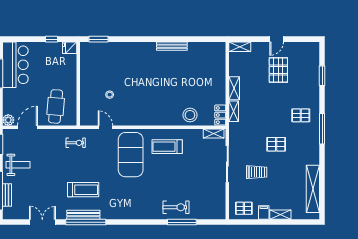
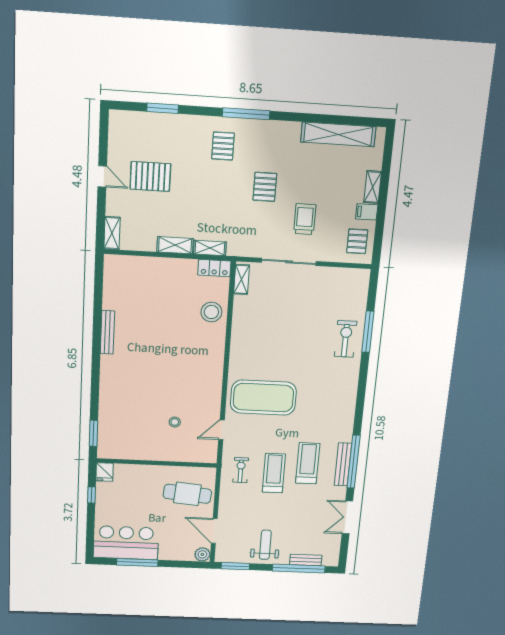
treadmill: (167, 147) -> (274, 473), moved, turned 180

